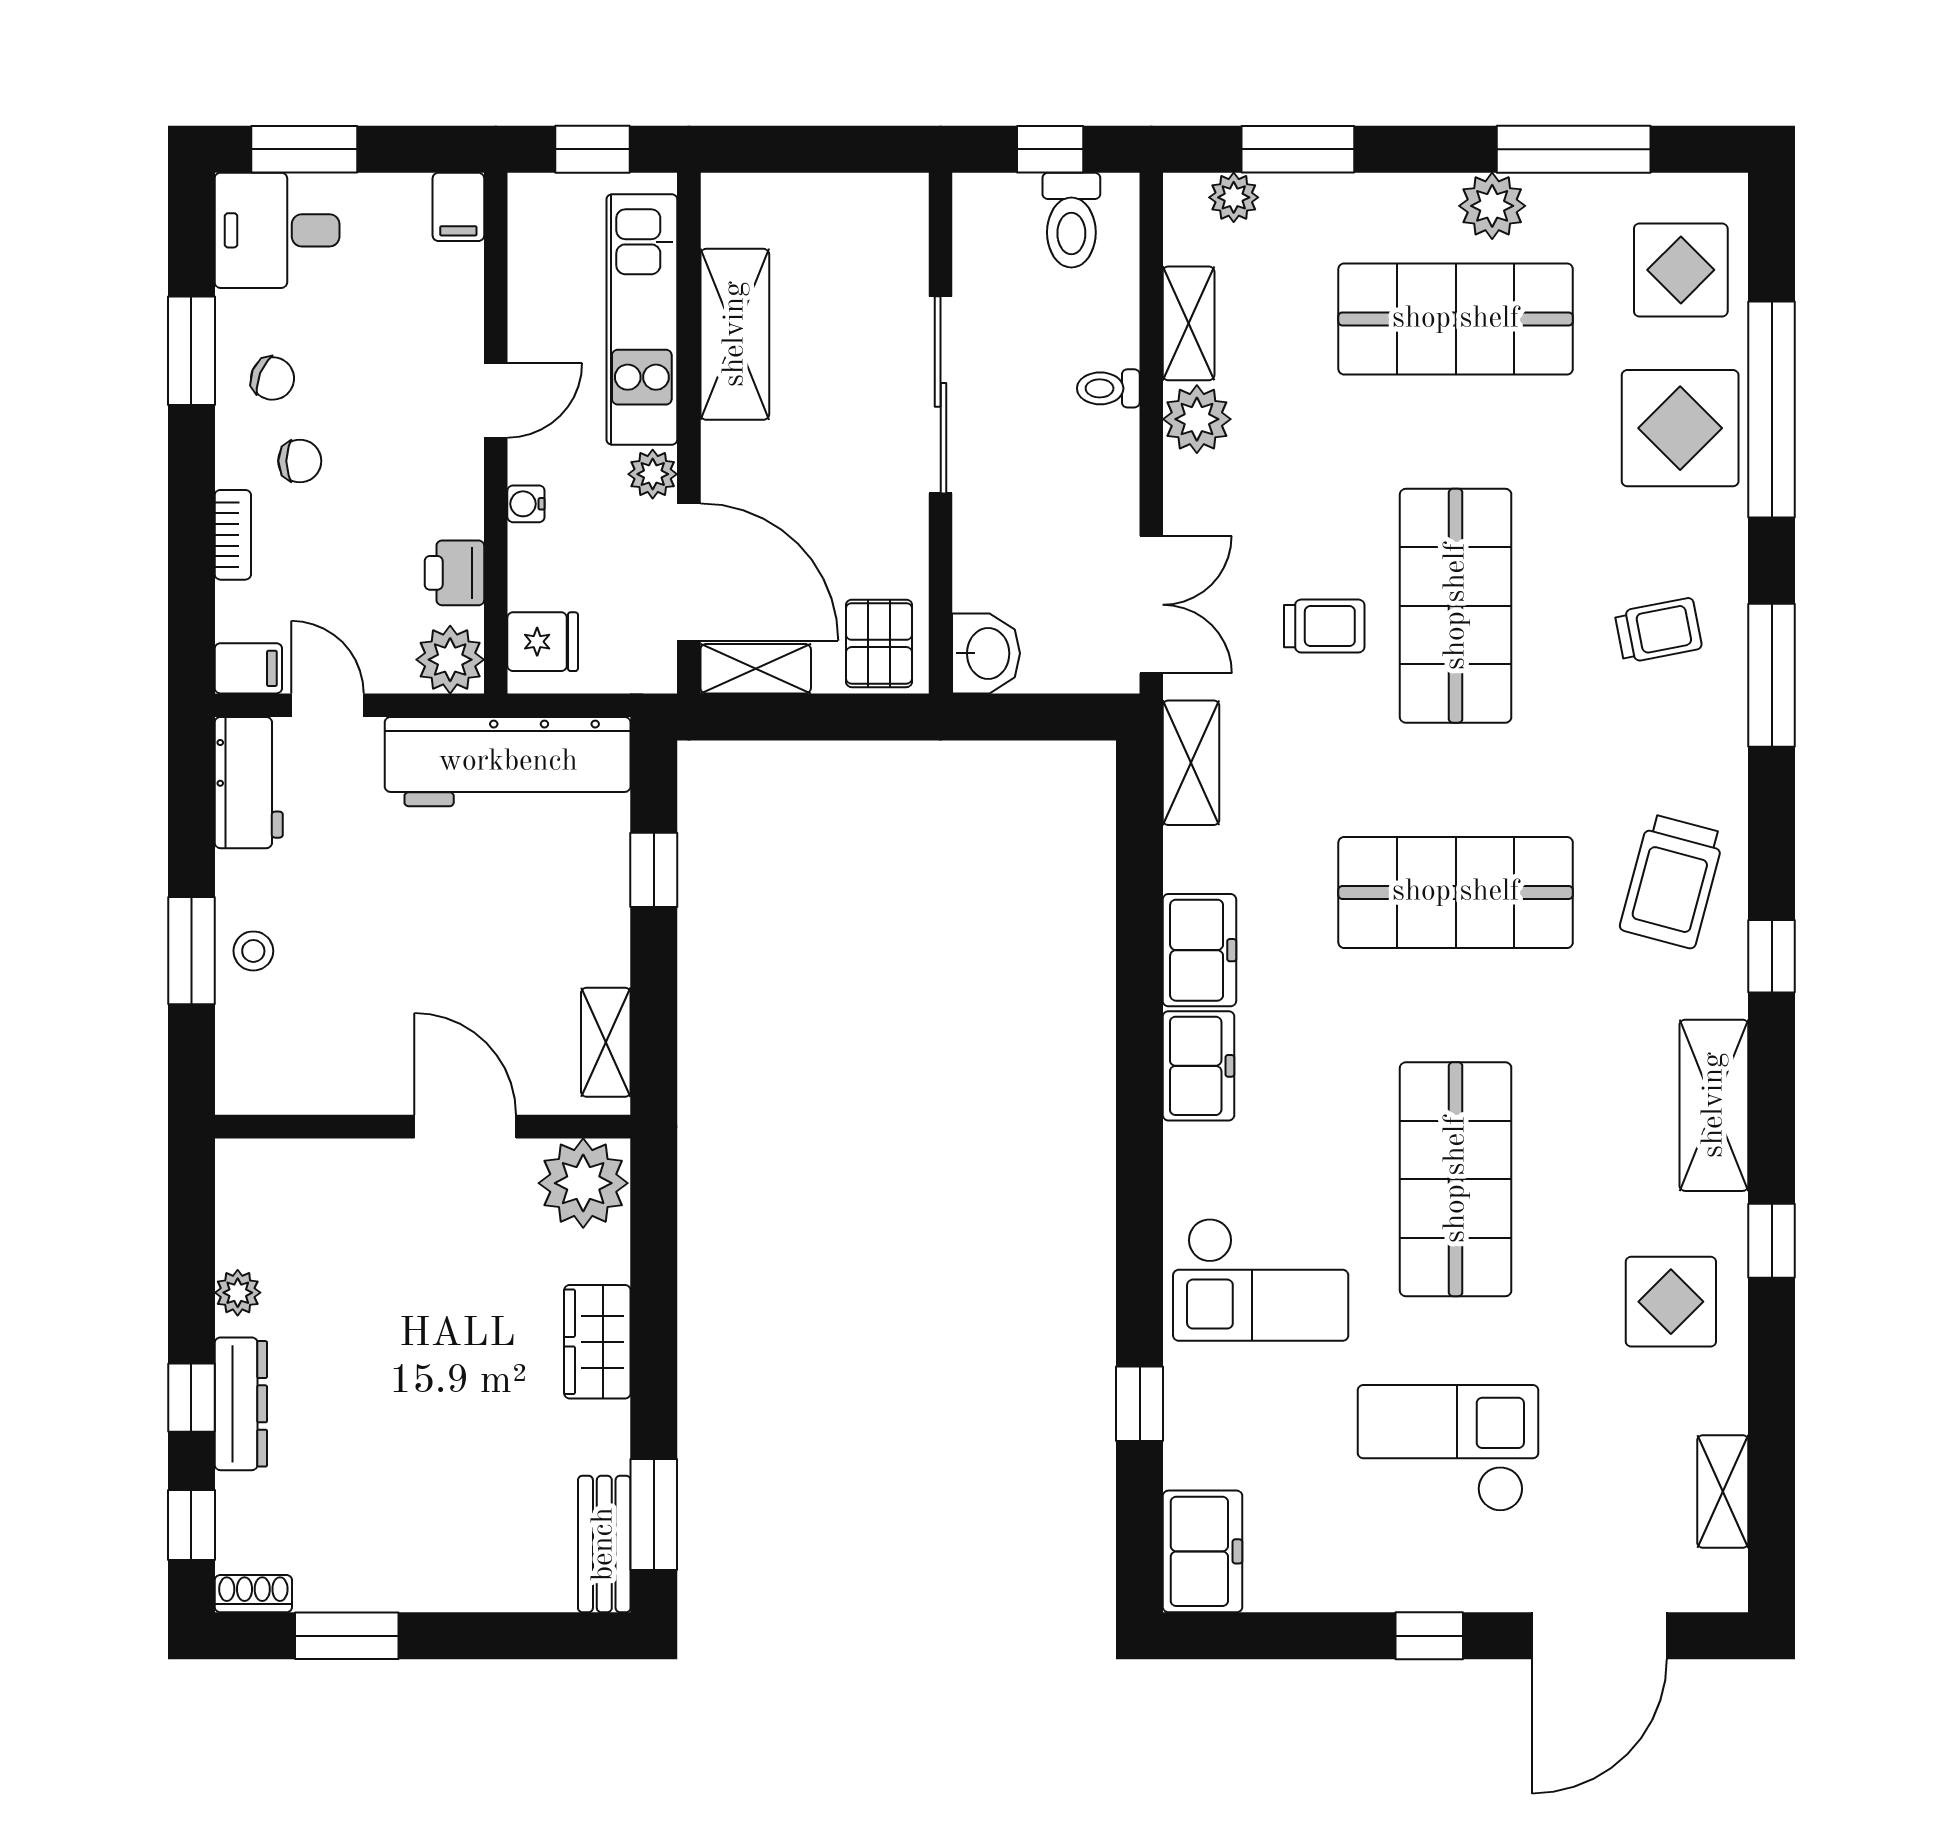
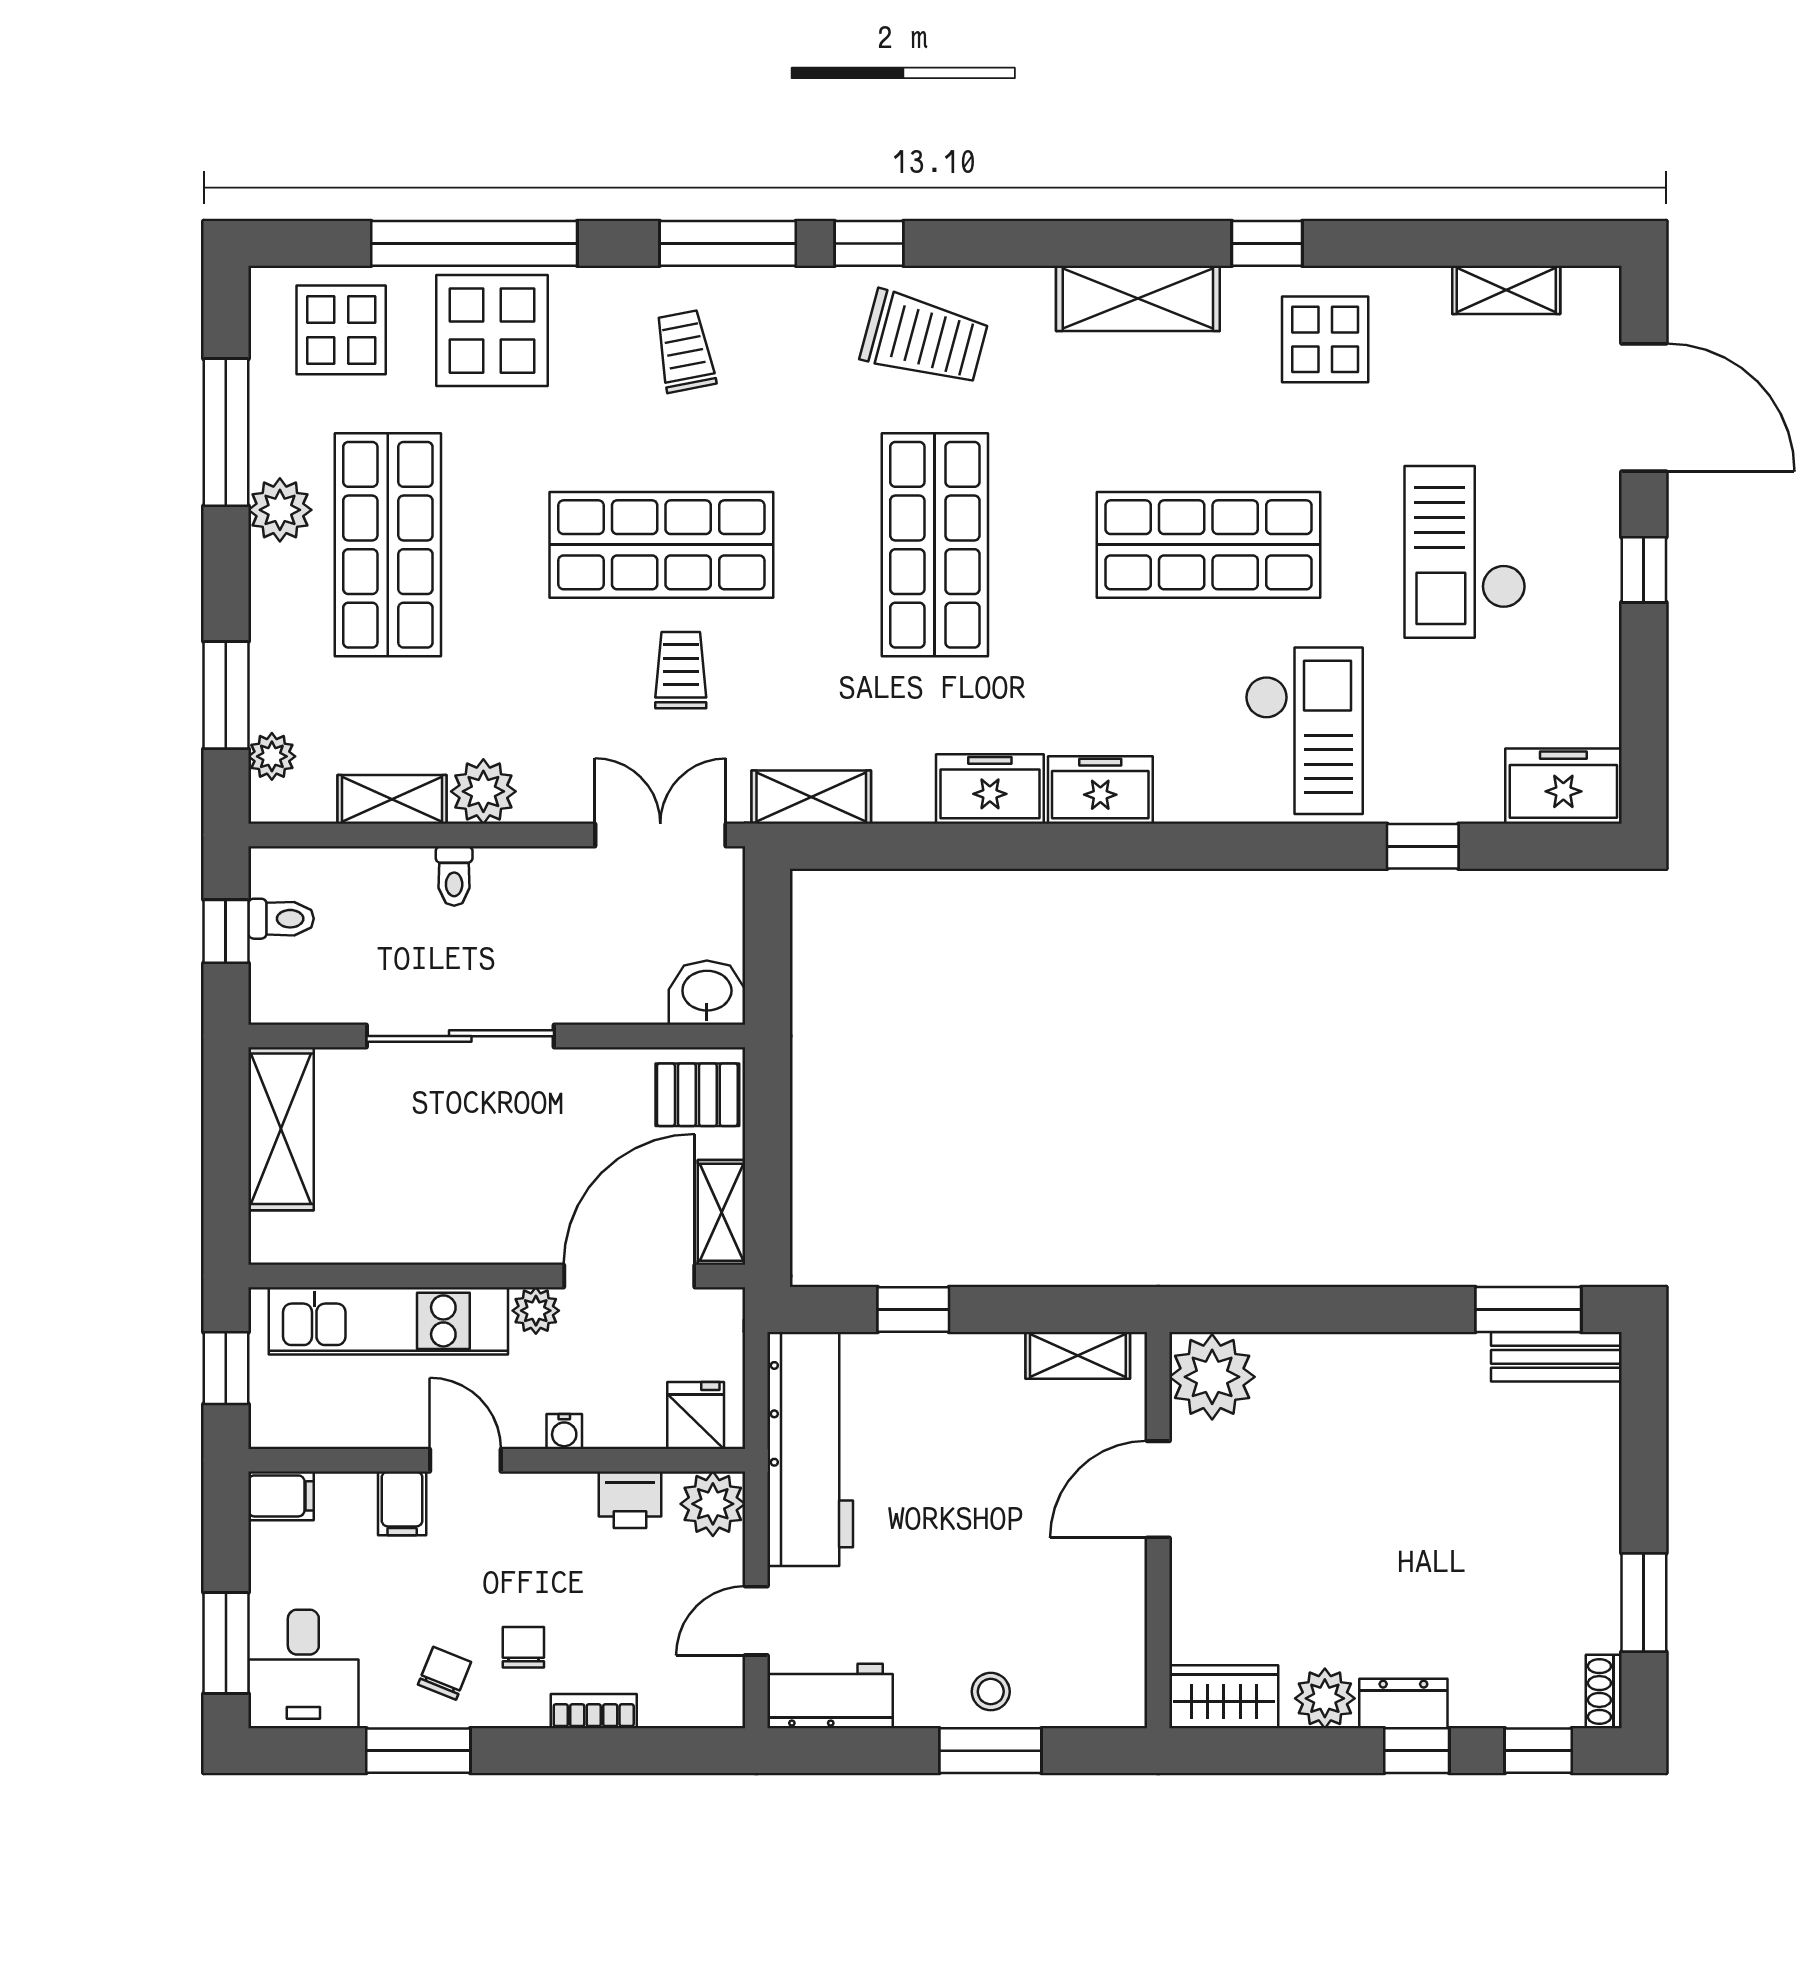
toilet: (1071, 220) -> (281, 919), width x0.73, depth x0.72
shelving: (735, 334) -> (281, 1129), moved, turned 90
filing cabinet: (248, 668) -> (402, 1503), moved, turned 180
window: (1772, 956) -> (869, 243), moved
plant: (238, 1293) -> (1325, 1698), width x1.38, depth x1.38
wardrobe: (597, 1342) -> (1224, 1697), moved, turned 180
dresser: (241, 1404) -> (1403, 1703), width x0.70

